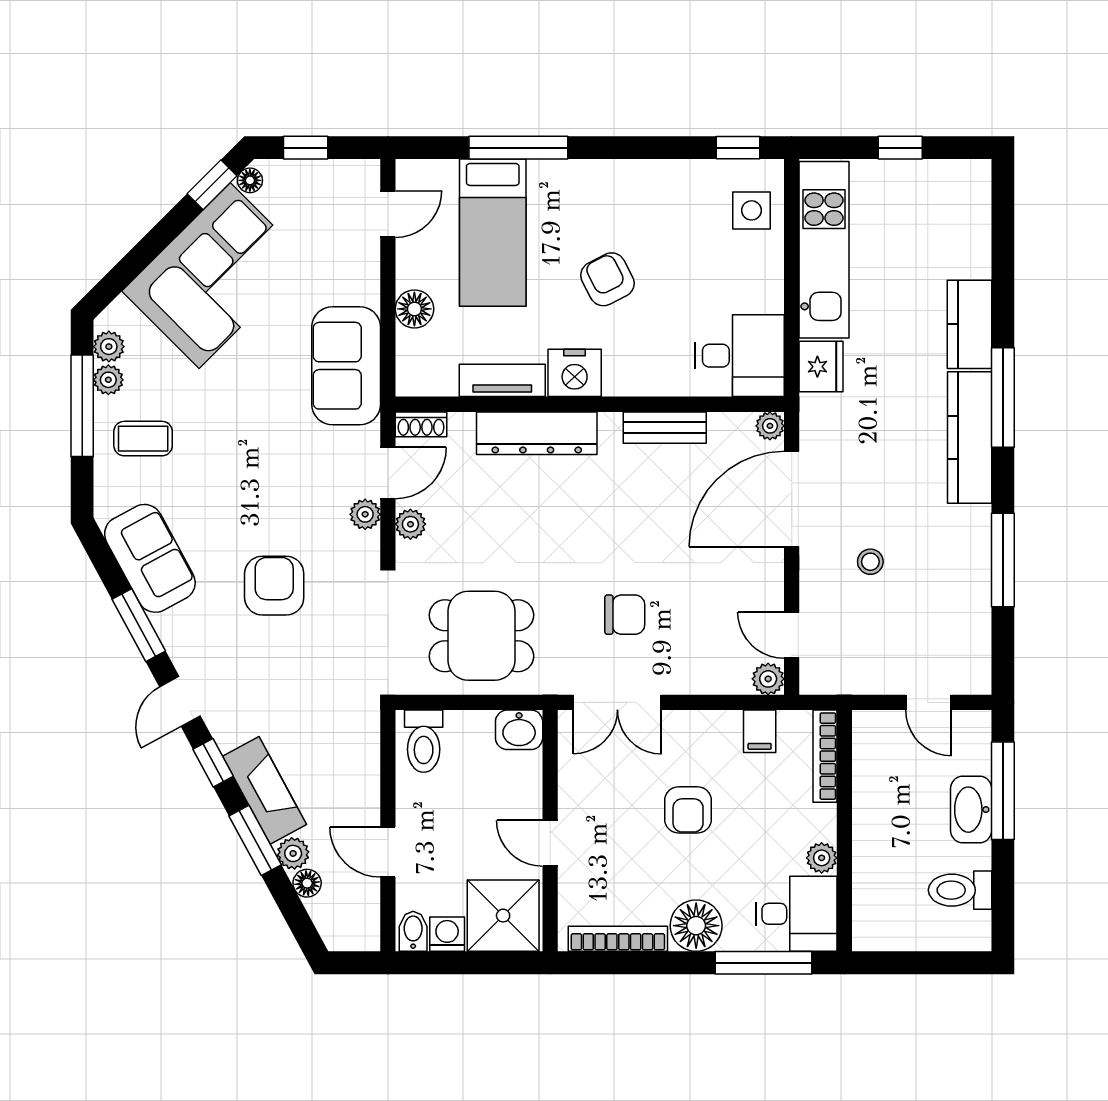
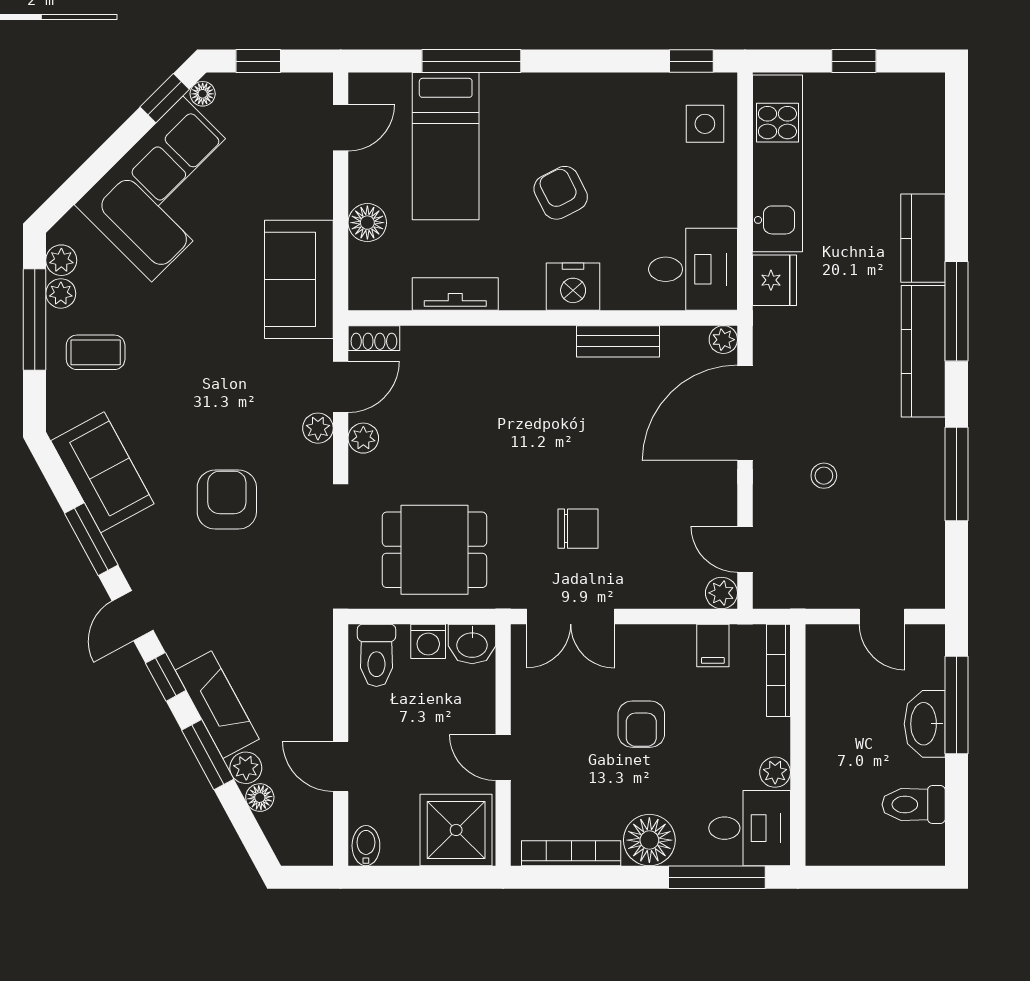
nightstand: (575, 373) -> (573, 287), moved
dresser: (537, 433) -> (490, 347), removed
washing machine: (447, 934) -> (428, 641), moved, turned 180

